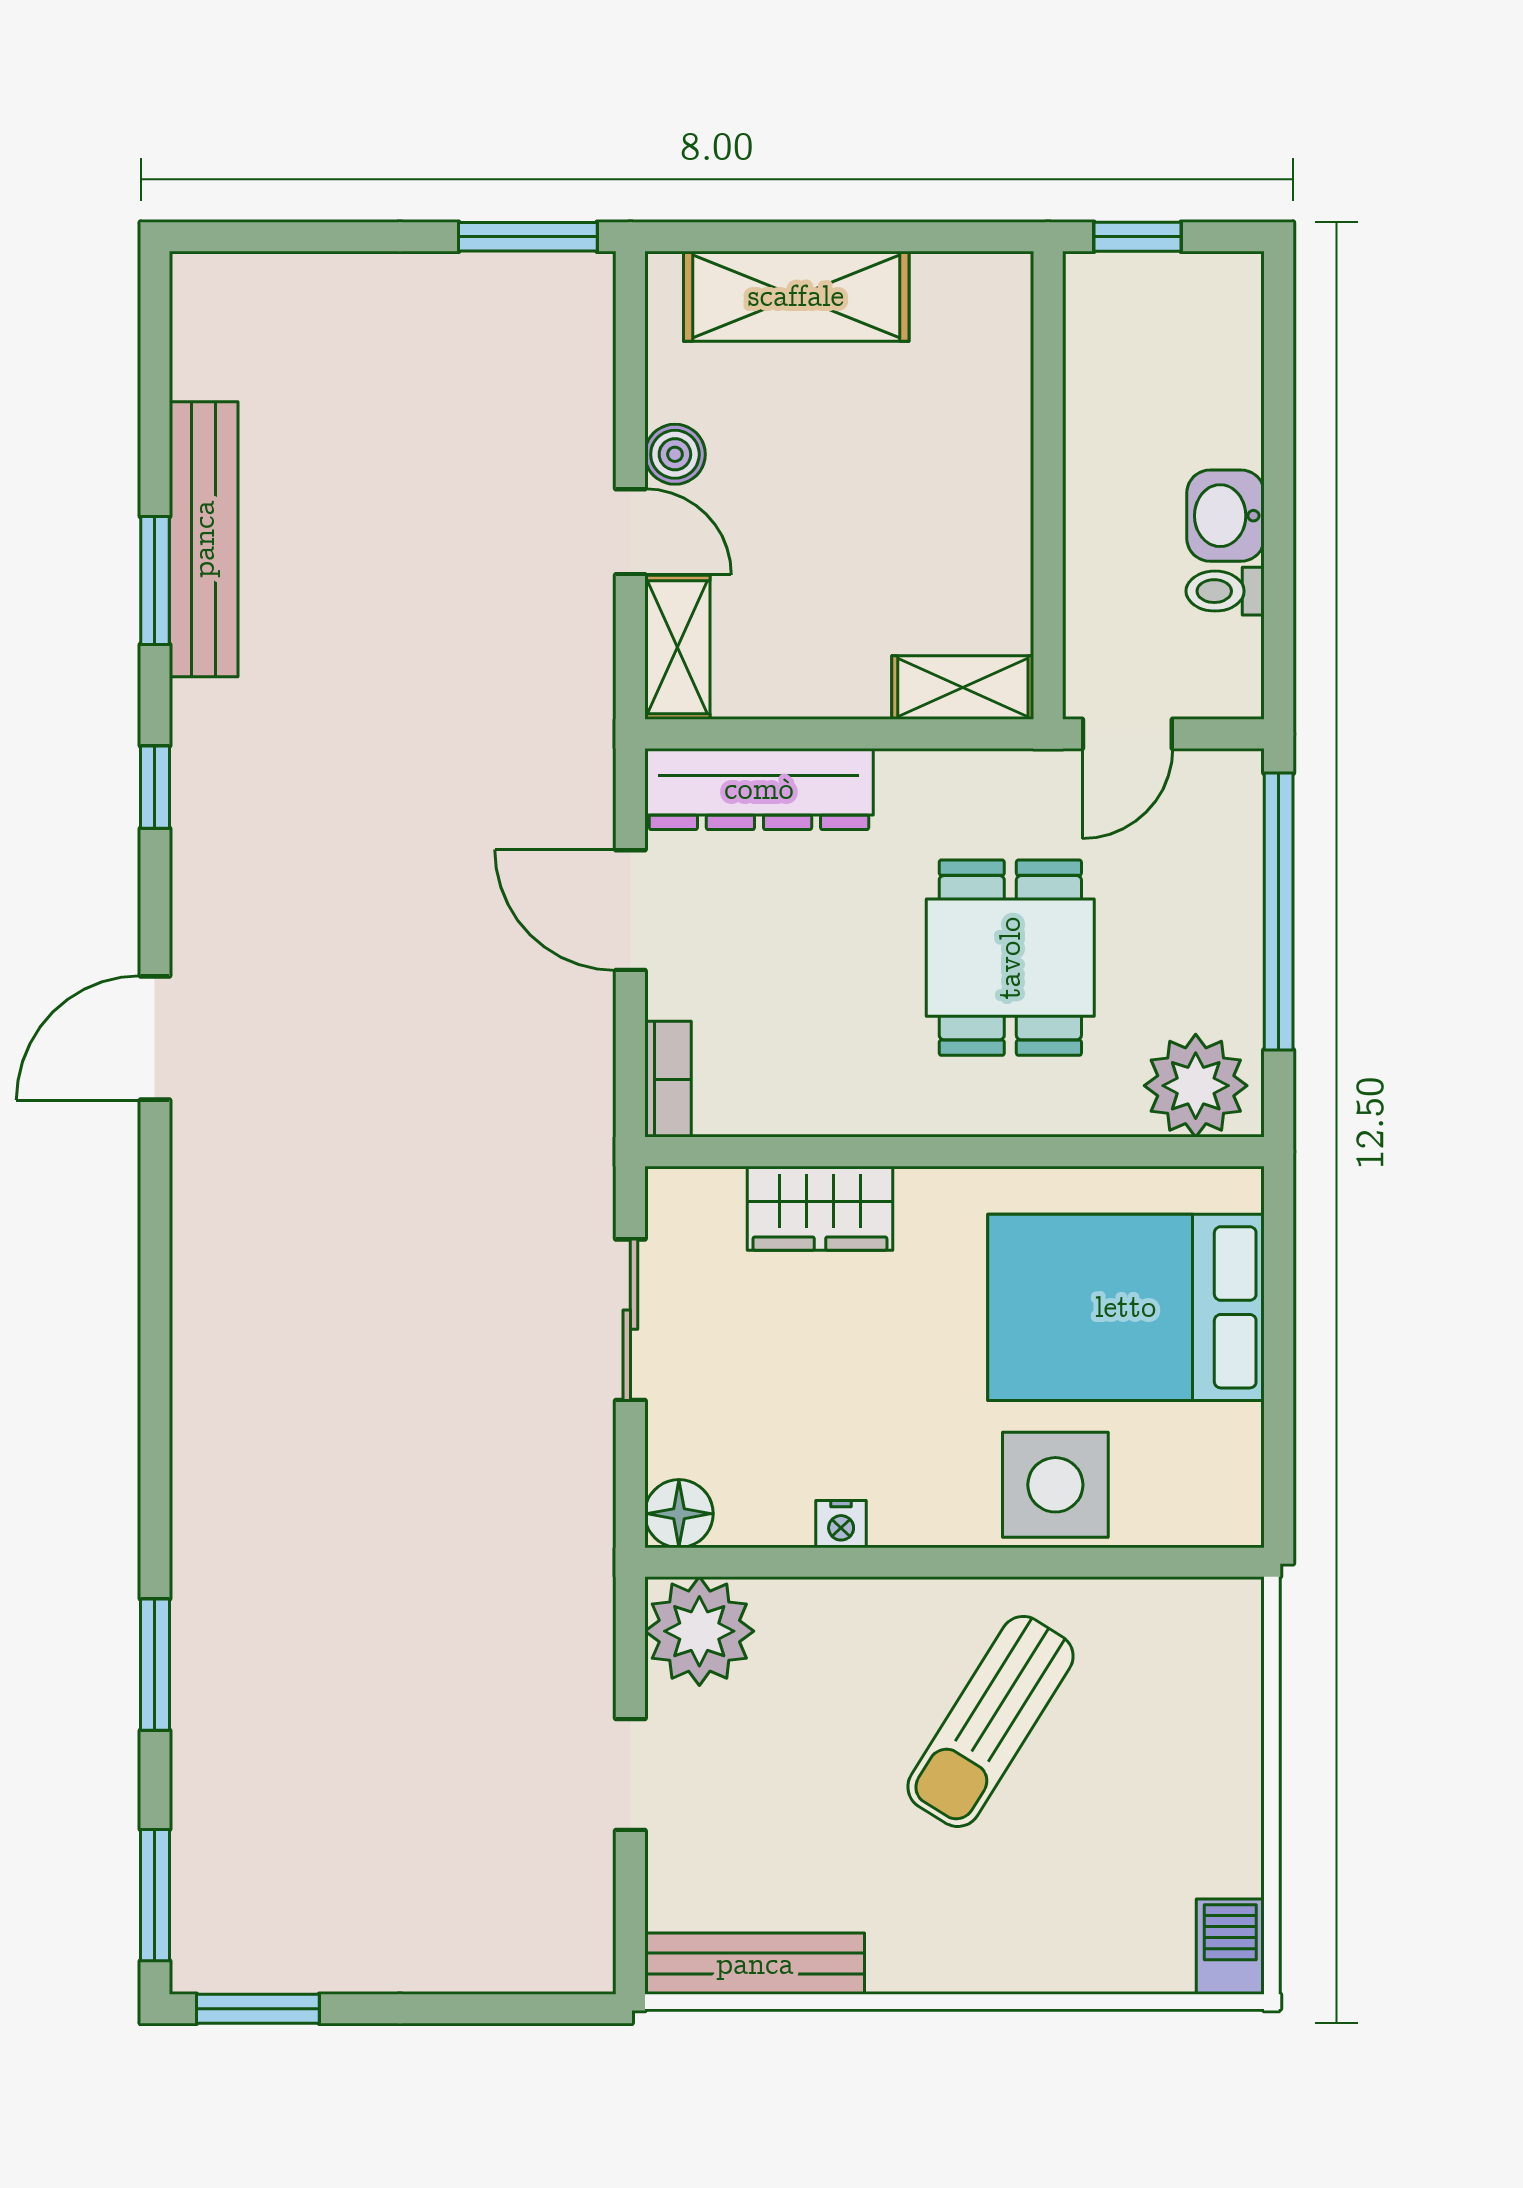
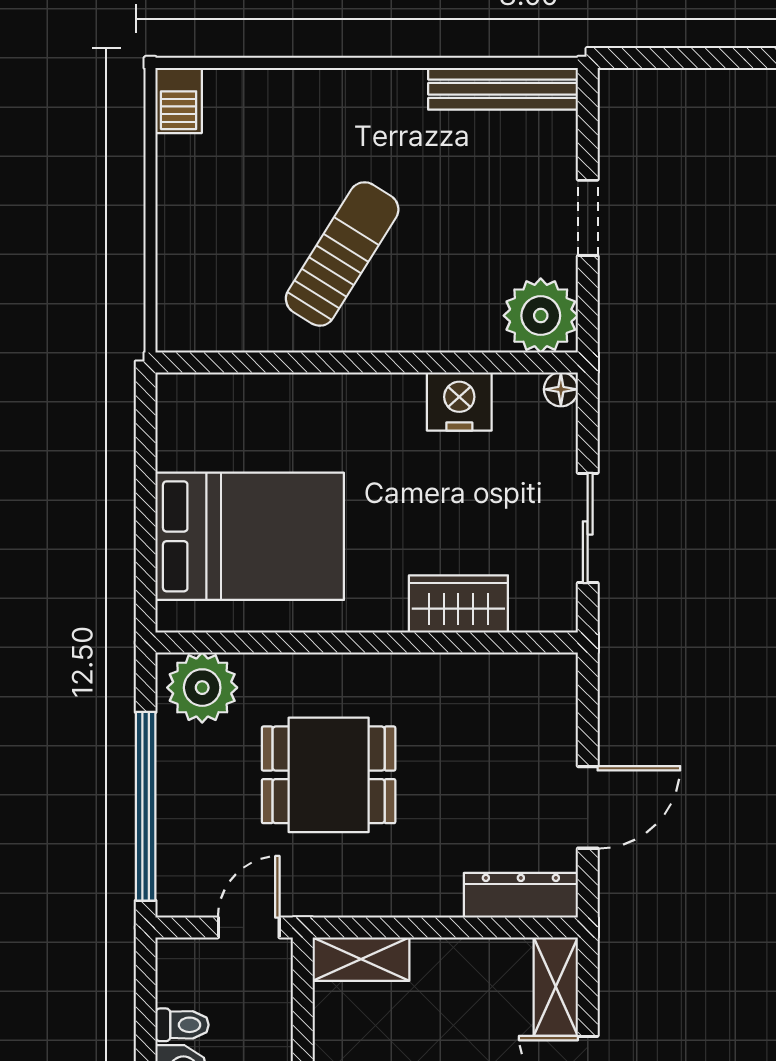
dresser: (759, 789) -> (521, 895), width x0.73, depth x0.80
door: (630, 910) -> (588, 807), hinge flipped
dining table: (1010, 958) -> (329, 775), turned 90
bookcase: (668, 1079) -> (562, 692), removed
side table: (1055, 1485) -> (298, 415), removed
floor lamp: (679, 1514) -> (561, 389), width x0.73, depth x0.73
nightstand: (841, 1524) -> (459, 401), width x1.89, depth x1.79

